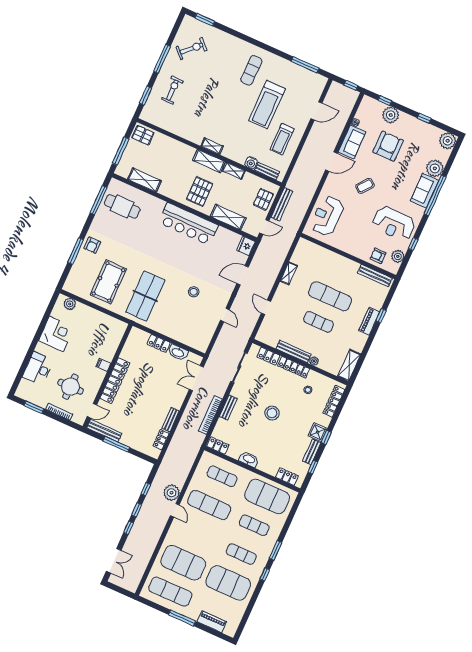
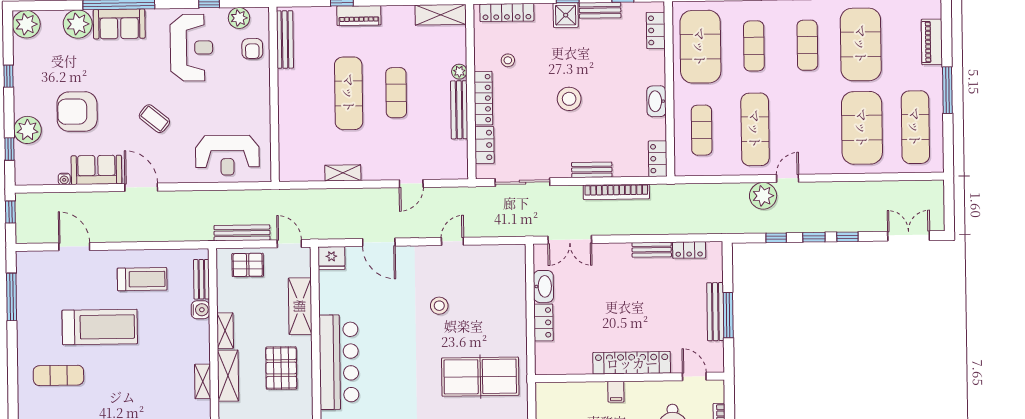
pallet: (200, 192) -> (281, 368), turned 90
bench: (104, 431) -> (715, 312), moved

